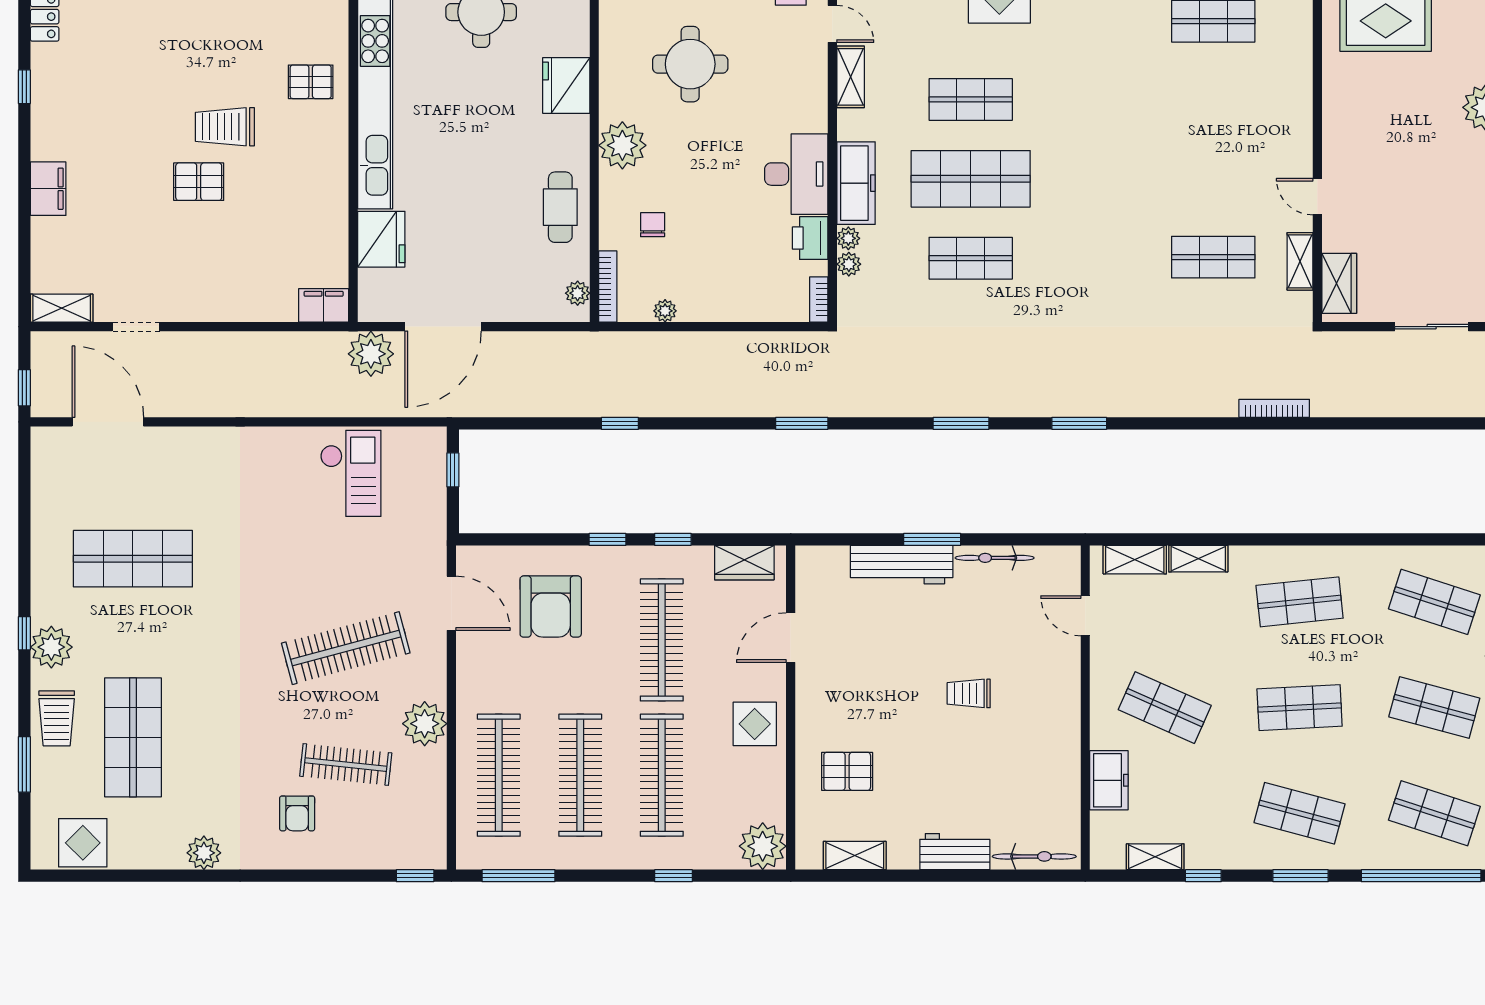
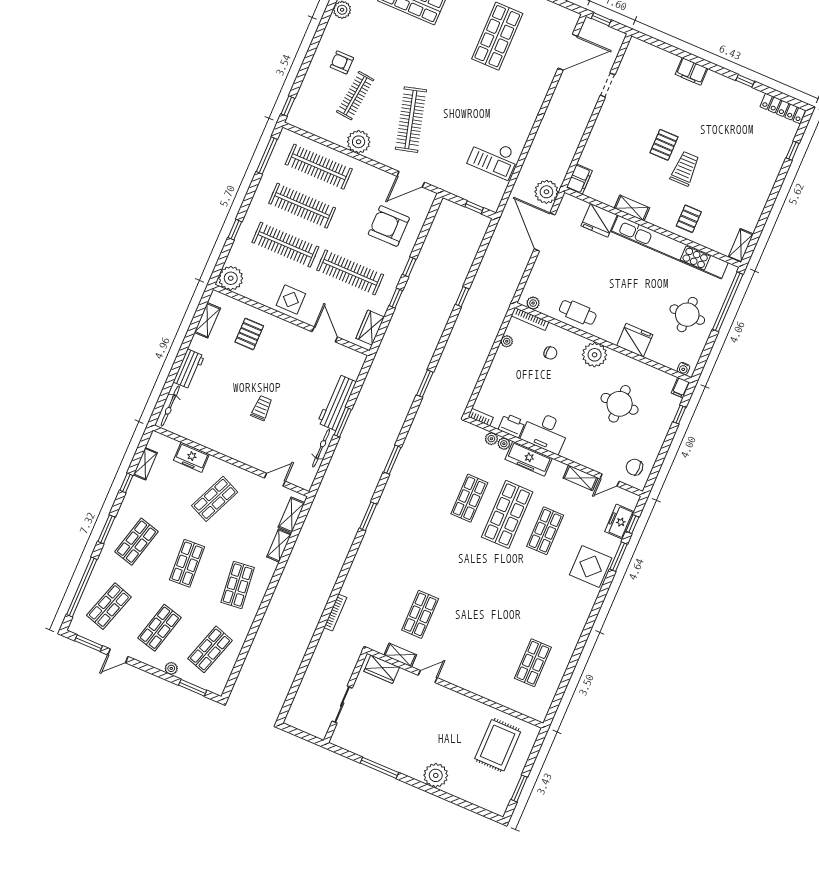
shelving: (62, 308) -> (632, 208), moved, turned 90

